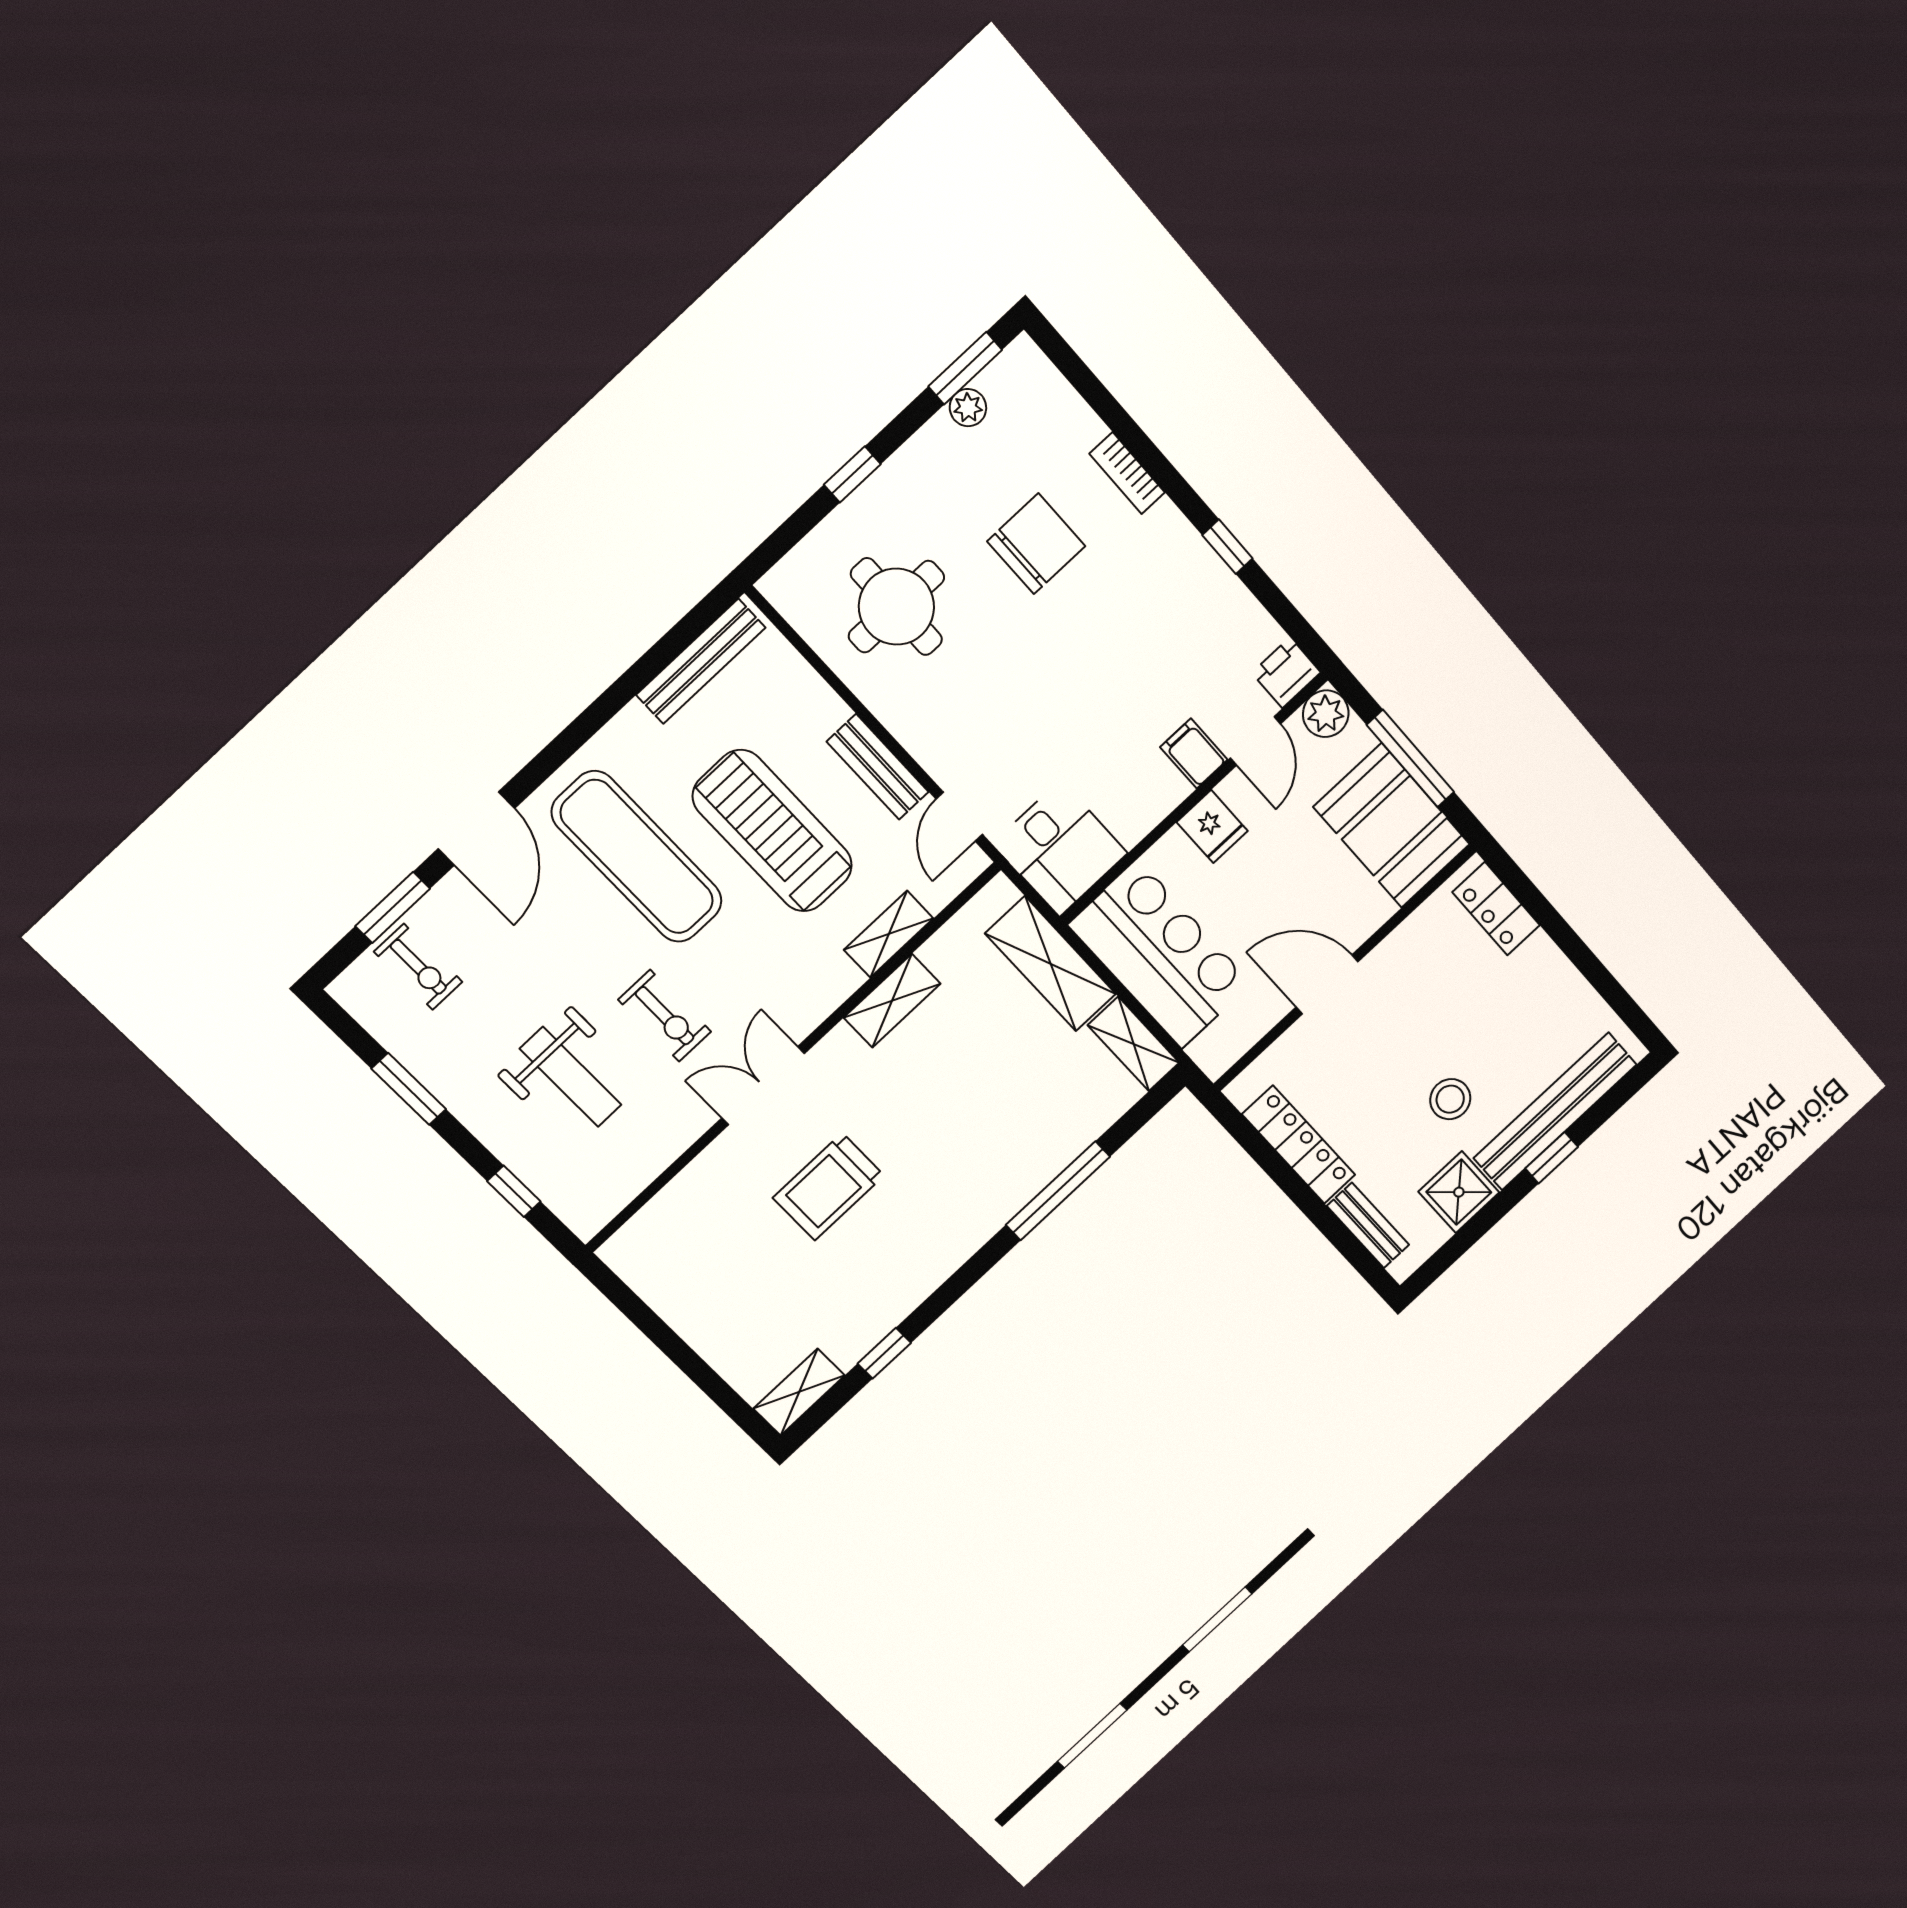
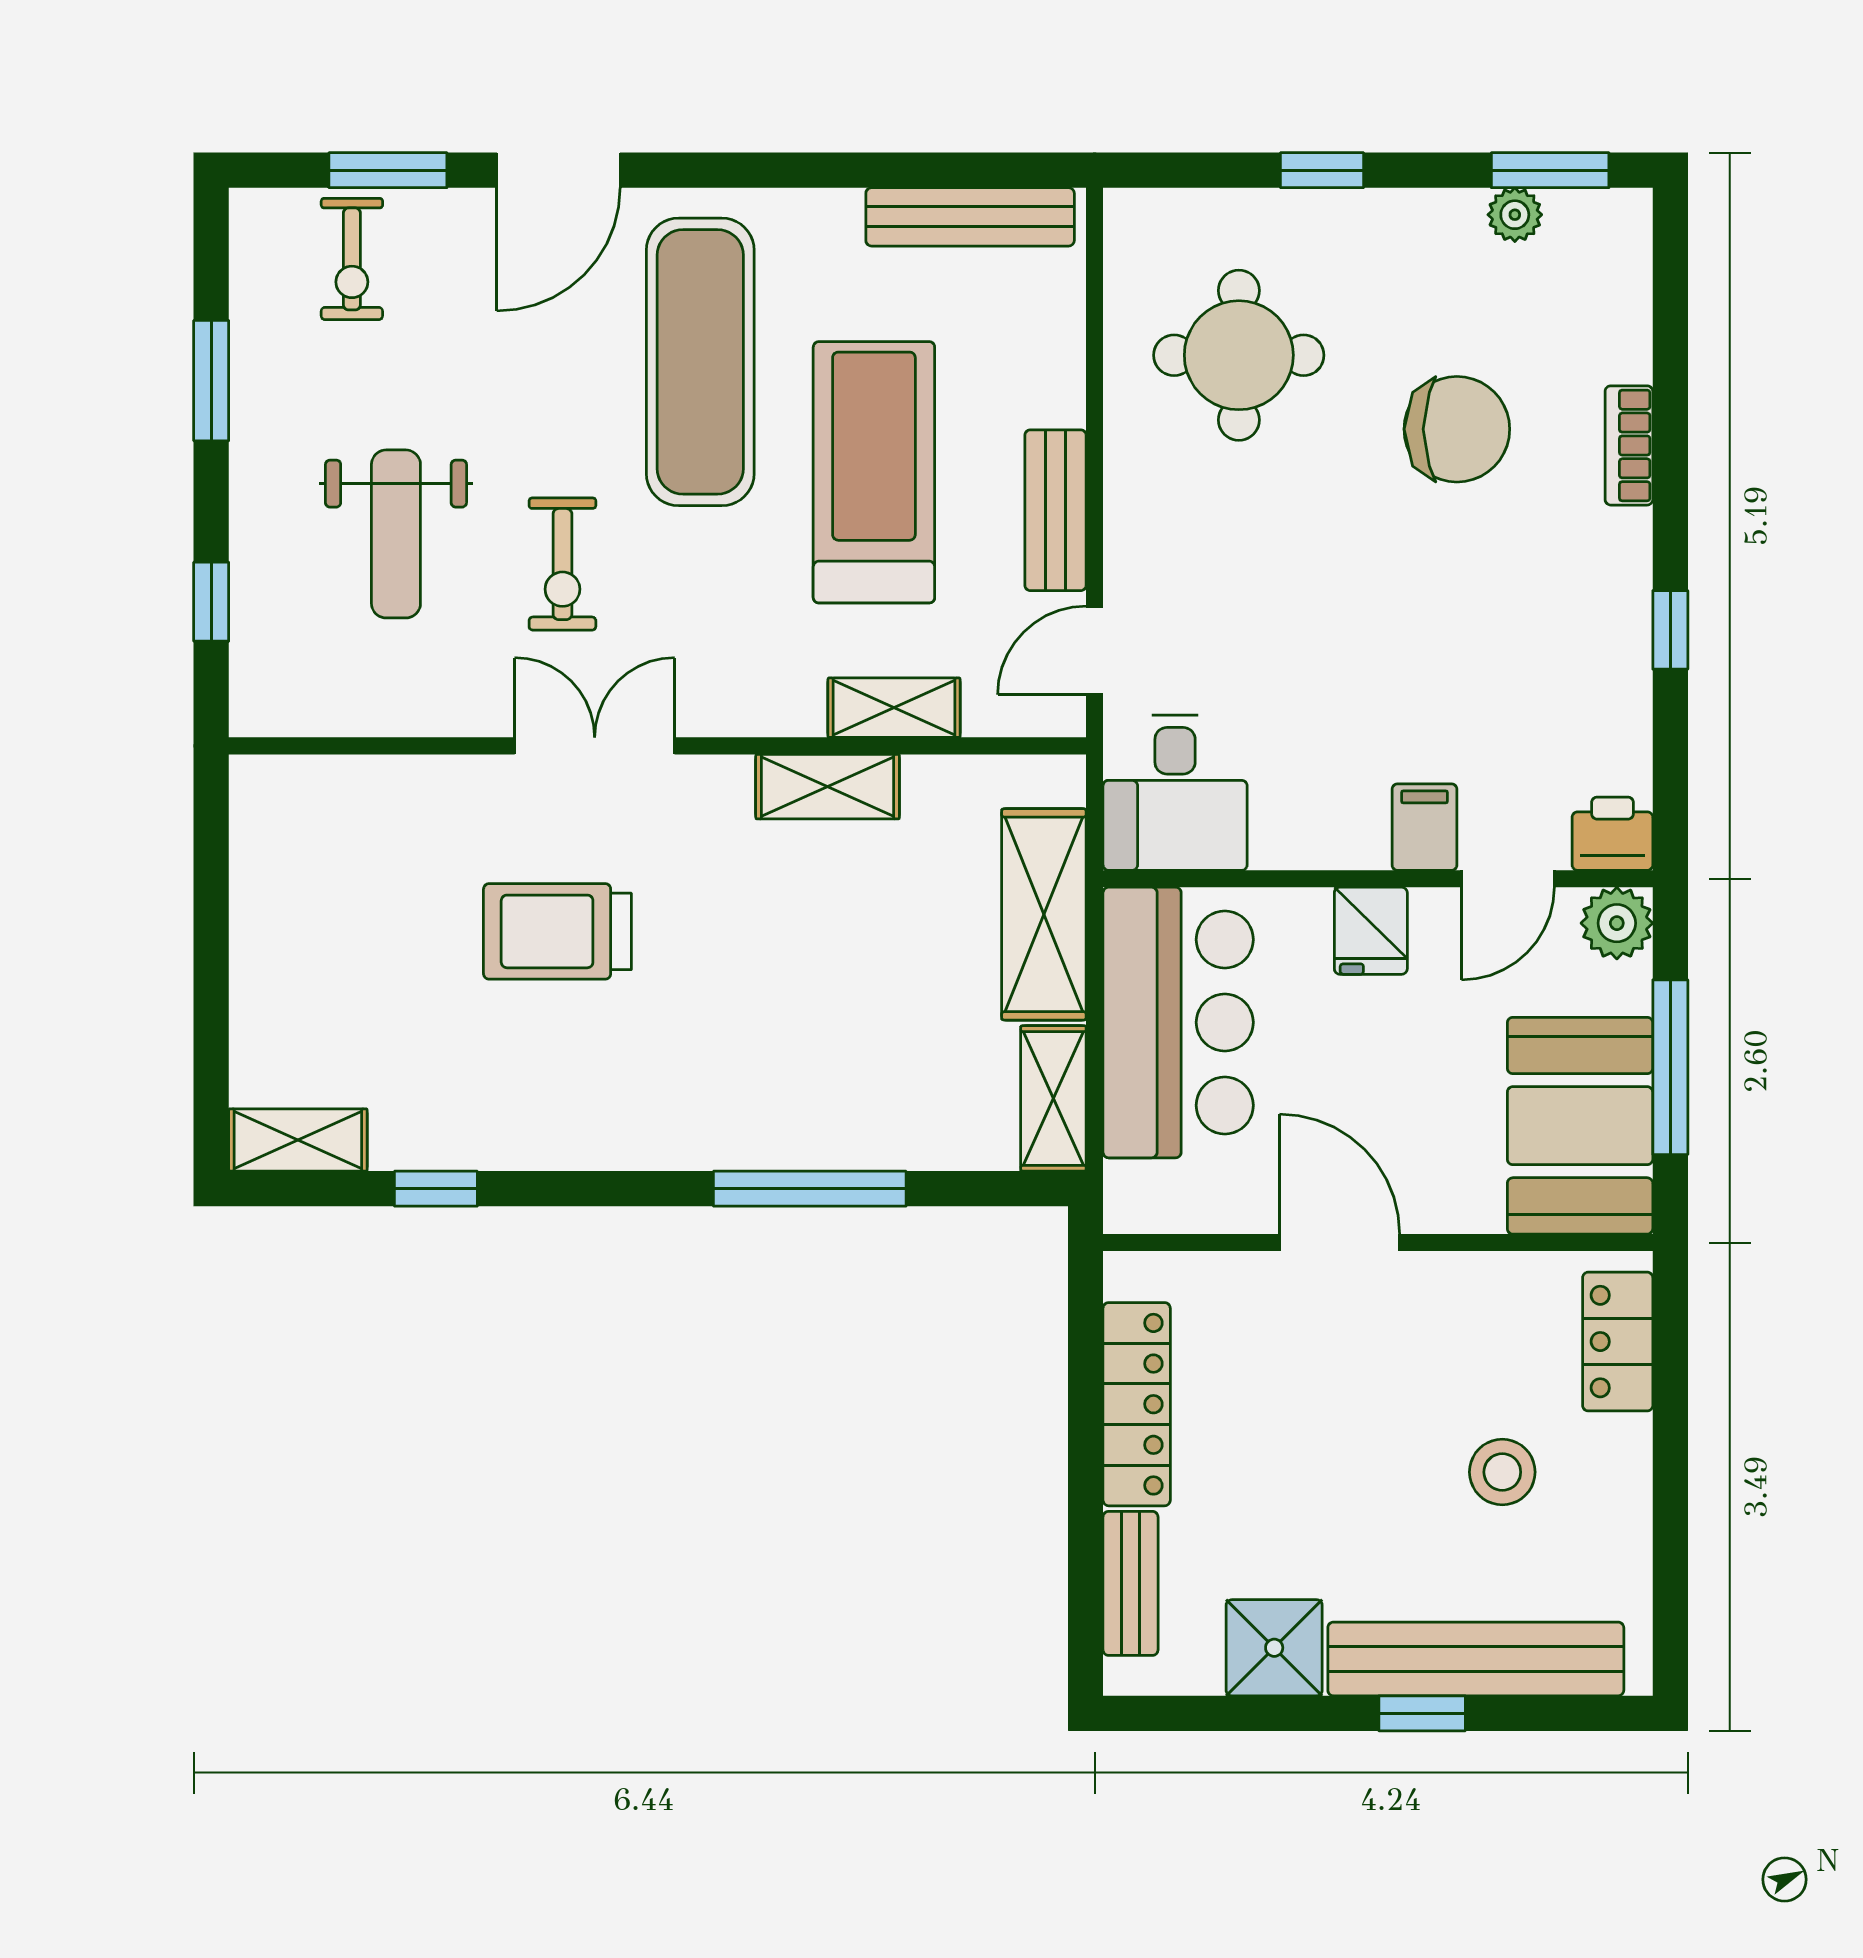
stool: (1450, 1099) -> (1502, 1472), moved

